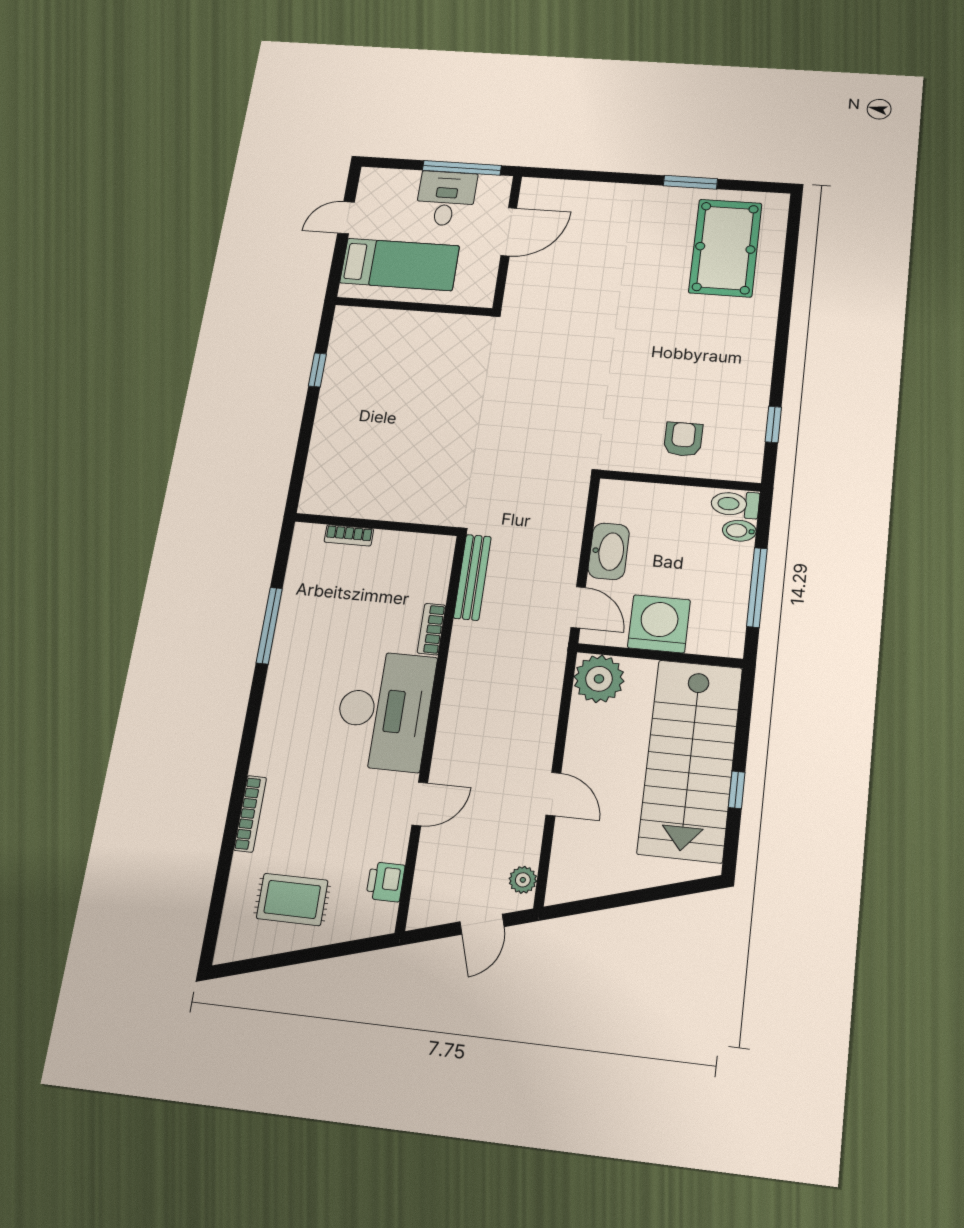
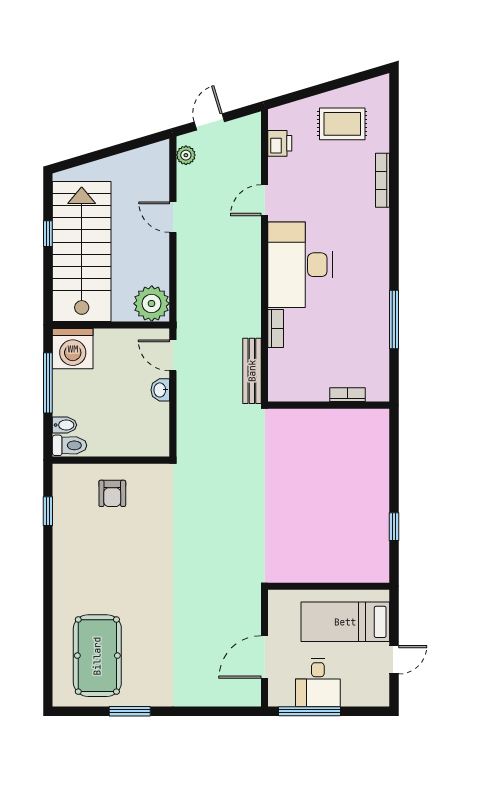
washbasin: (609, 551) -> (160, 390), width x0.52, depth x0.69
washing machine: (659, 624) -> (73, 349), moved

